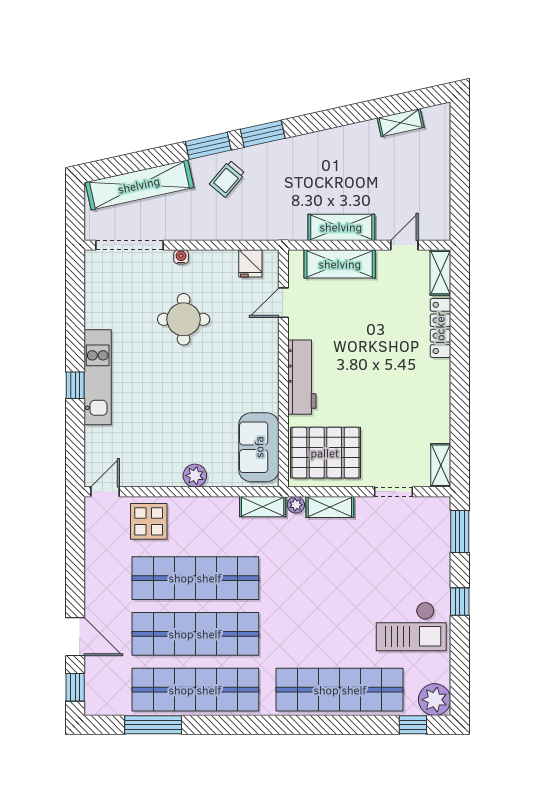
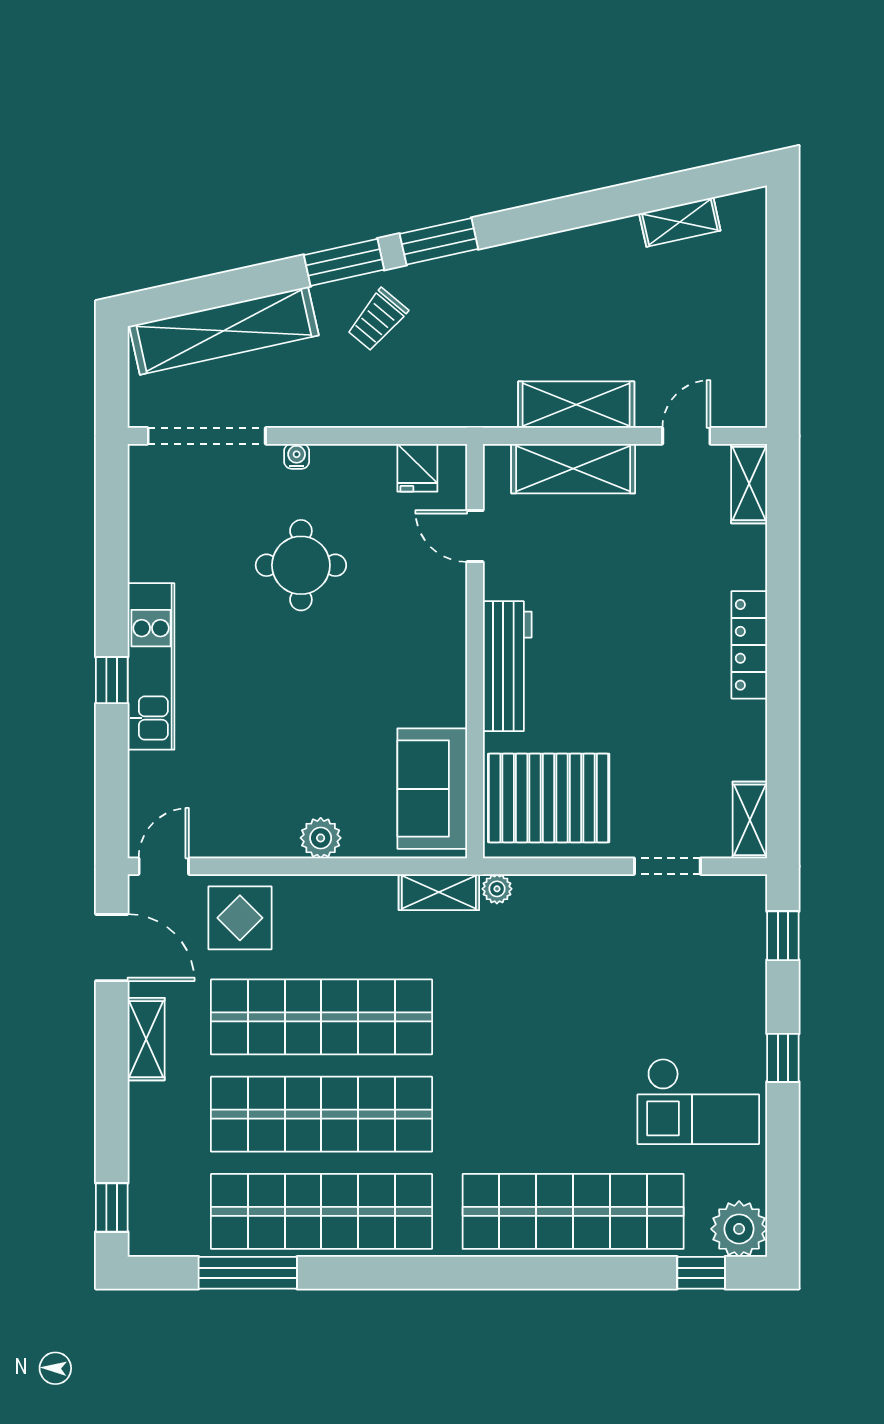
door: (283, 303) -> (475, 536), hinge flipped
locker: (440, 328) -> (749, 645), moved
shelving: (330, 507) -> (146, 1039), moved, turned 90
window: (460, 532) -> (783, 936), width x0.67
door: (75, 637) -> (112, 948), moved

